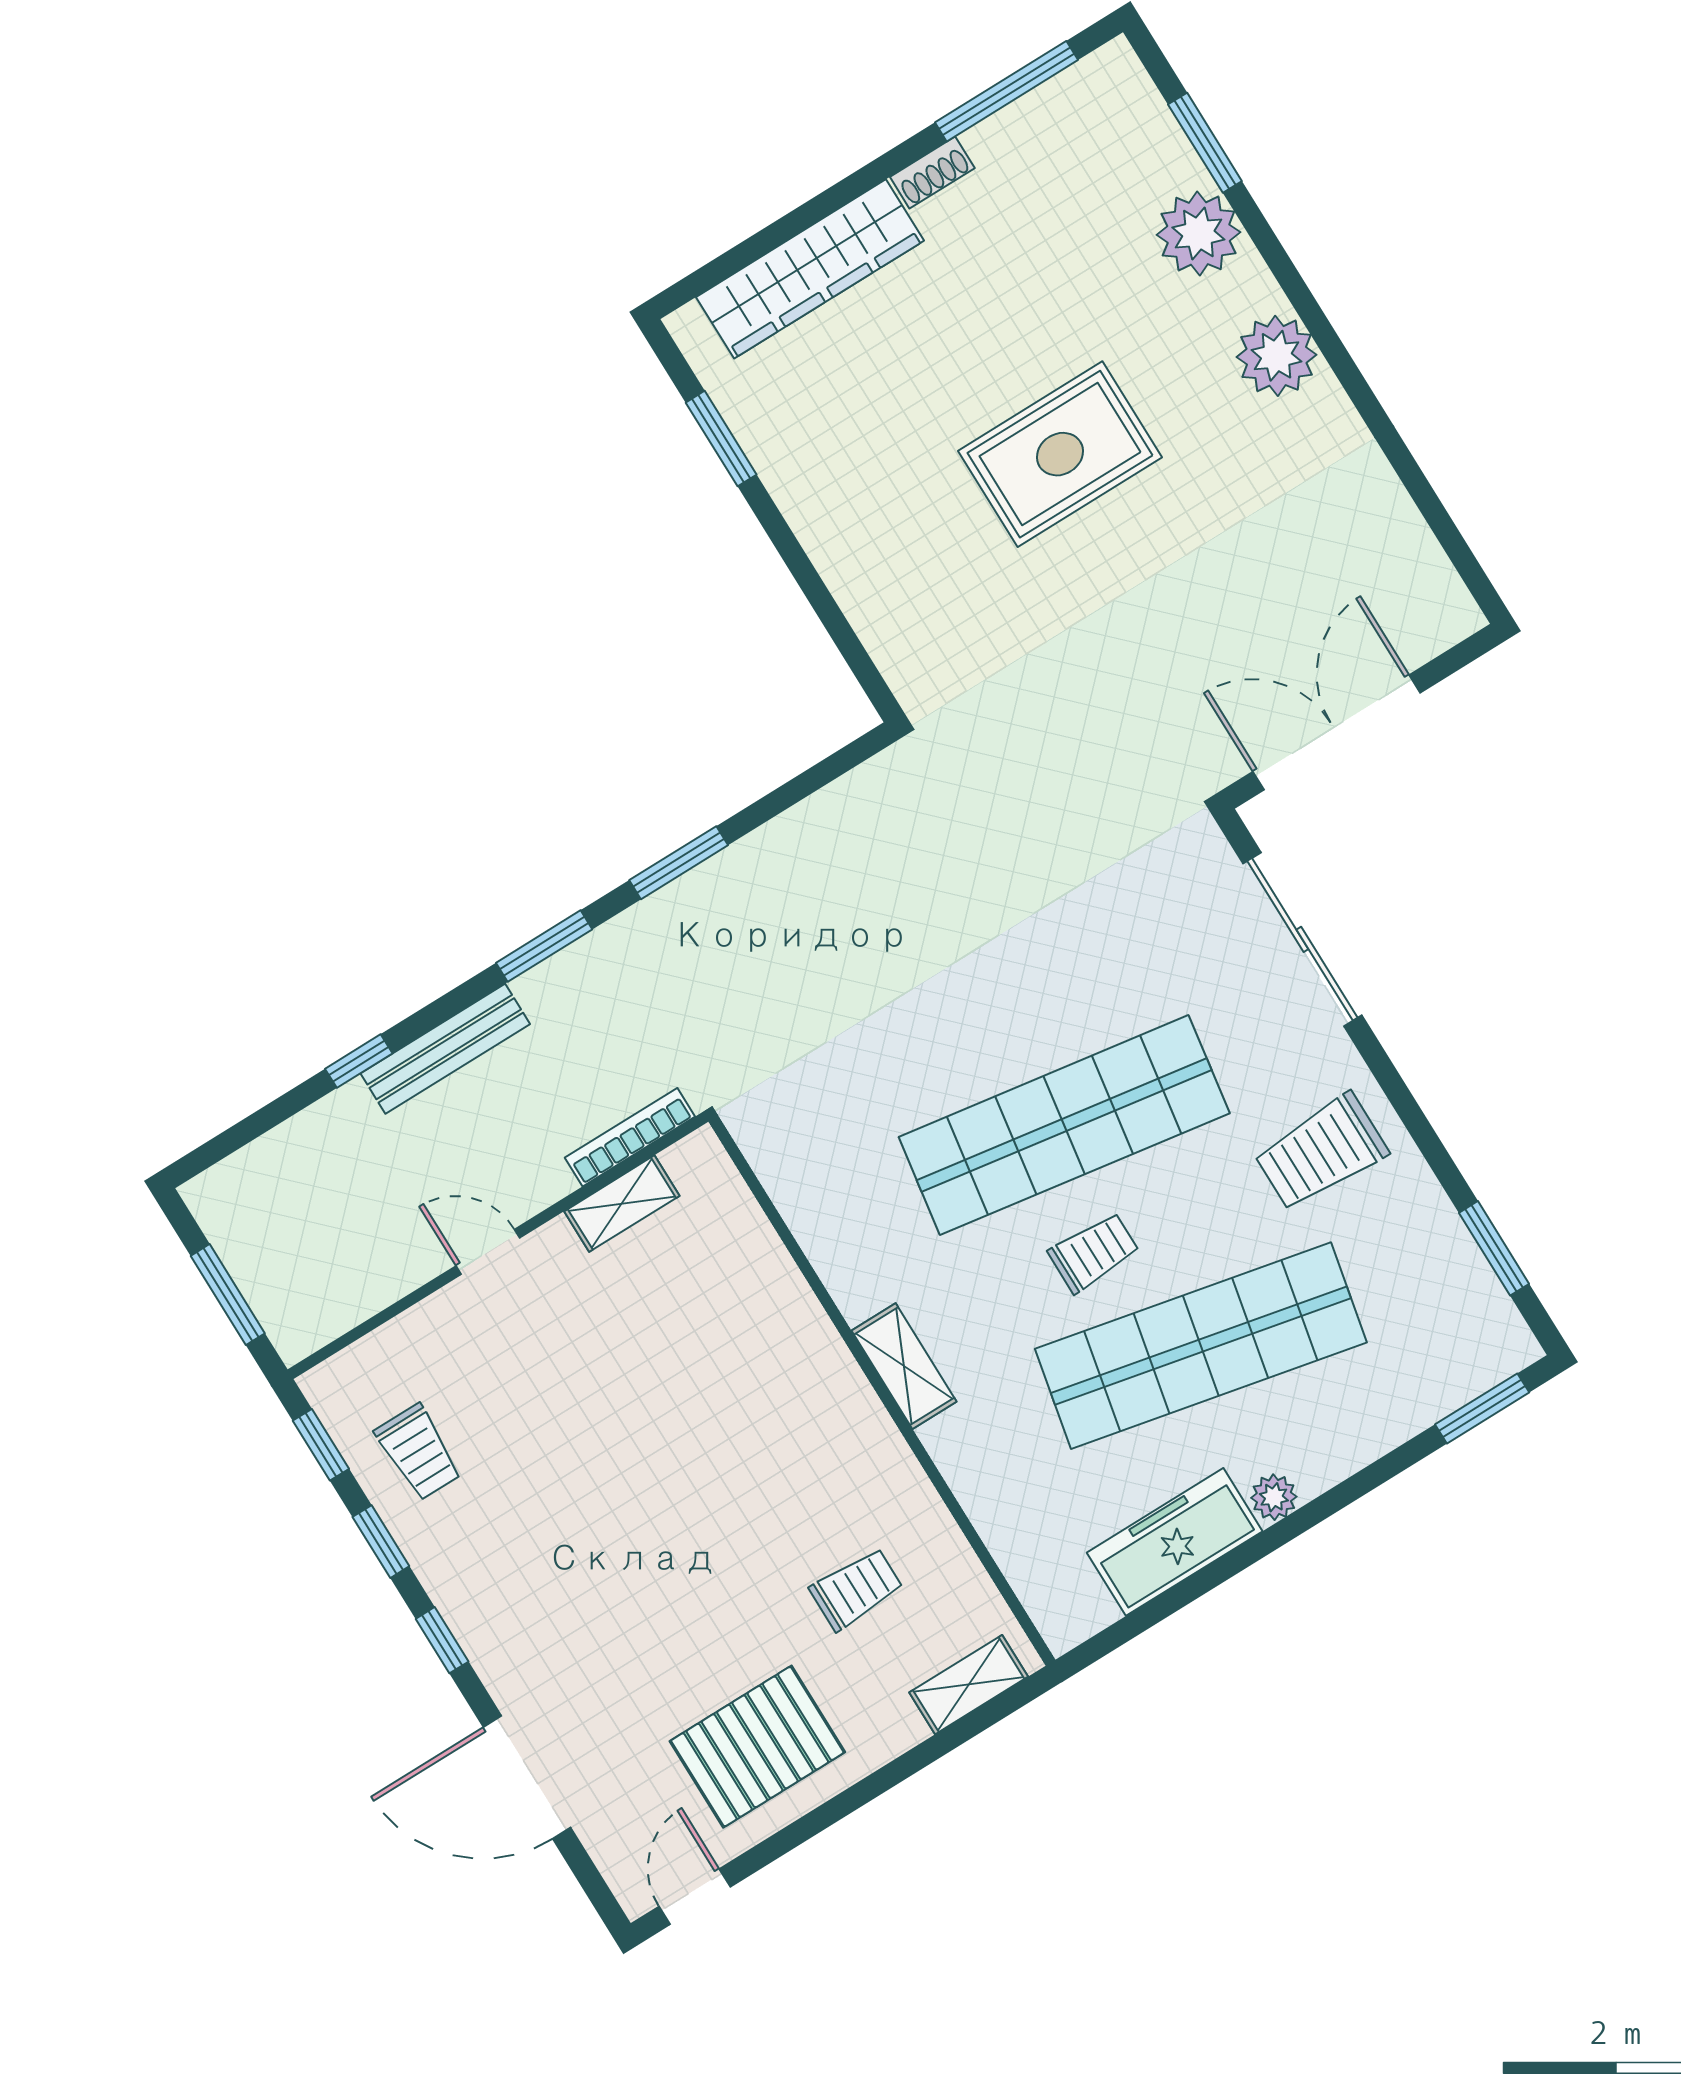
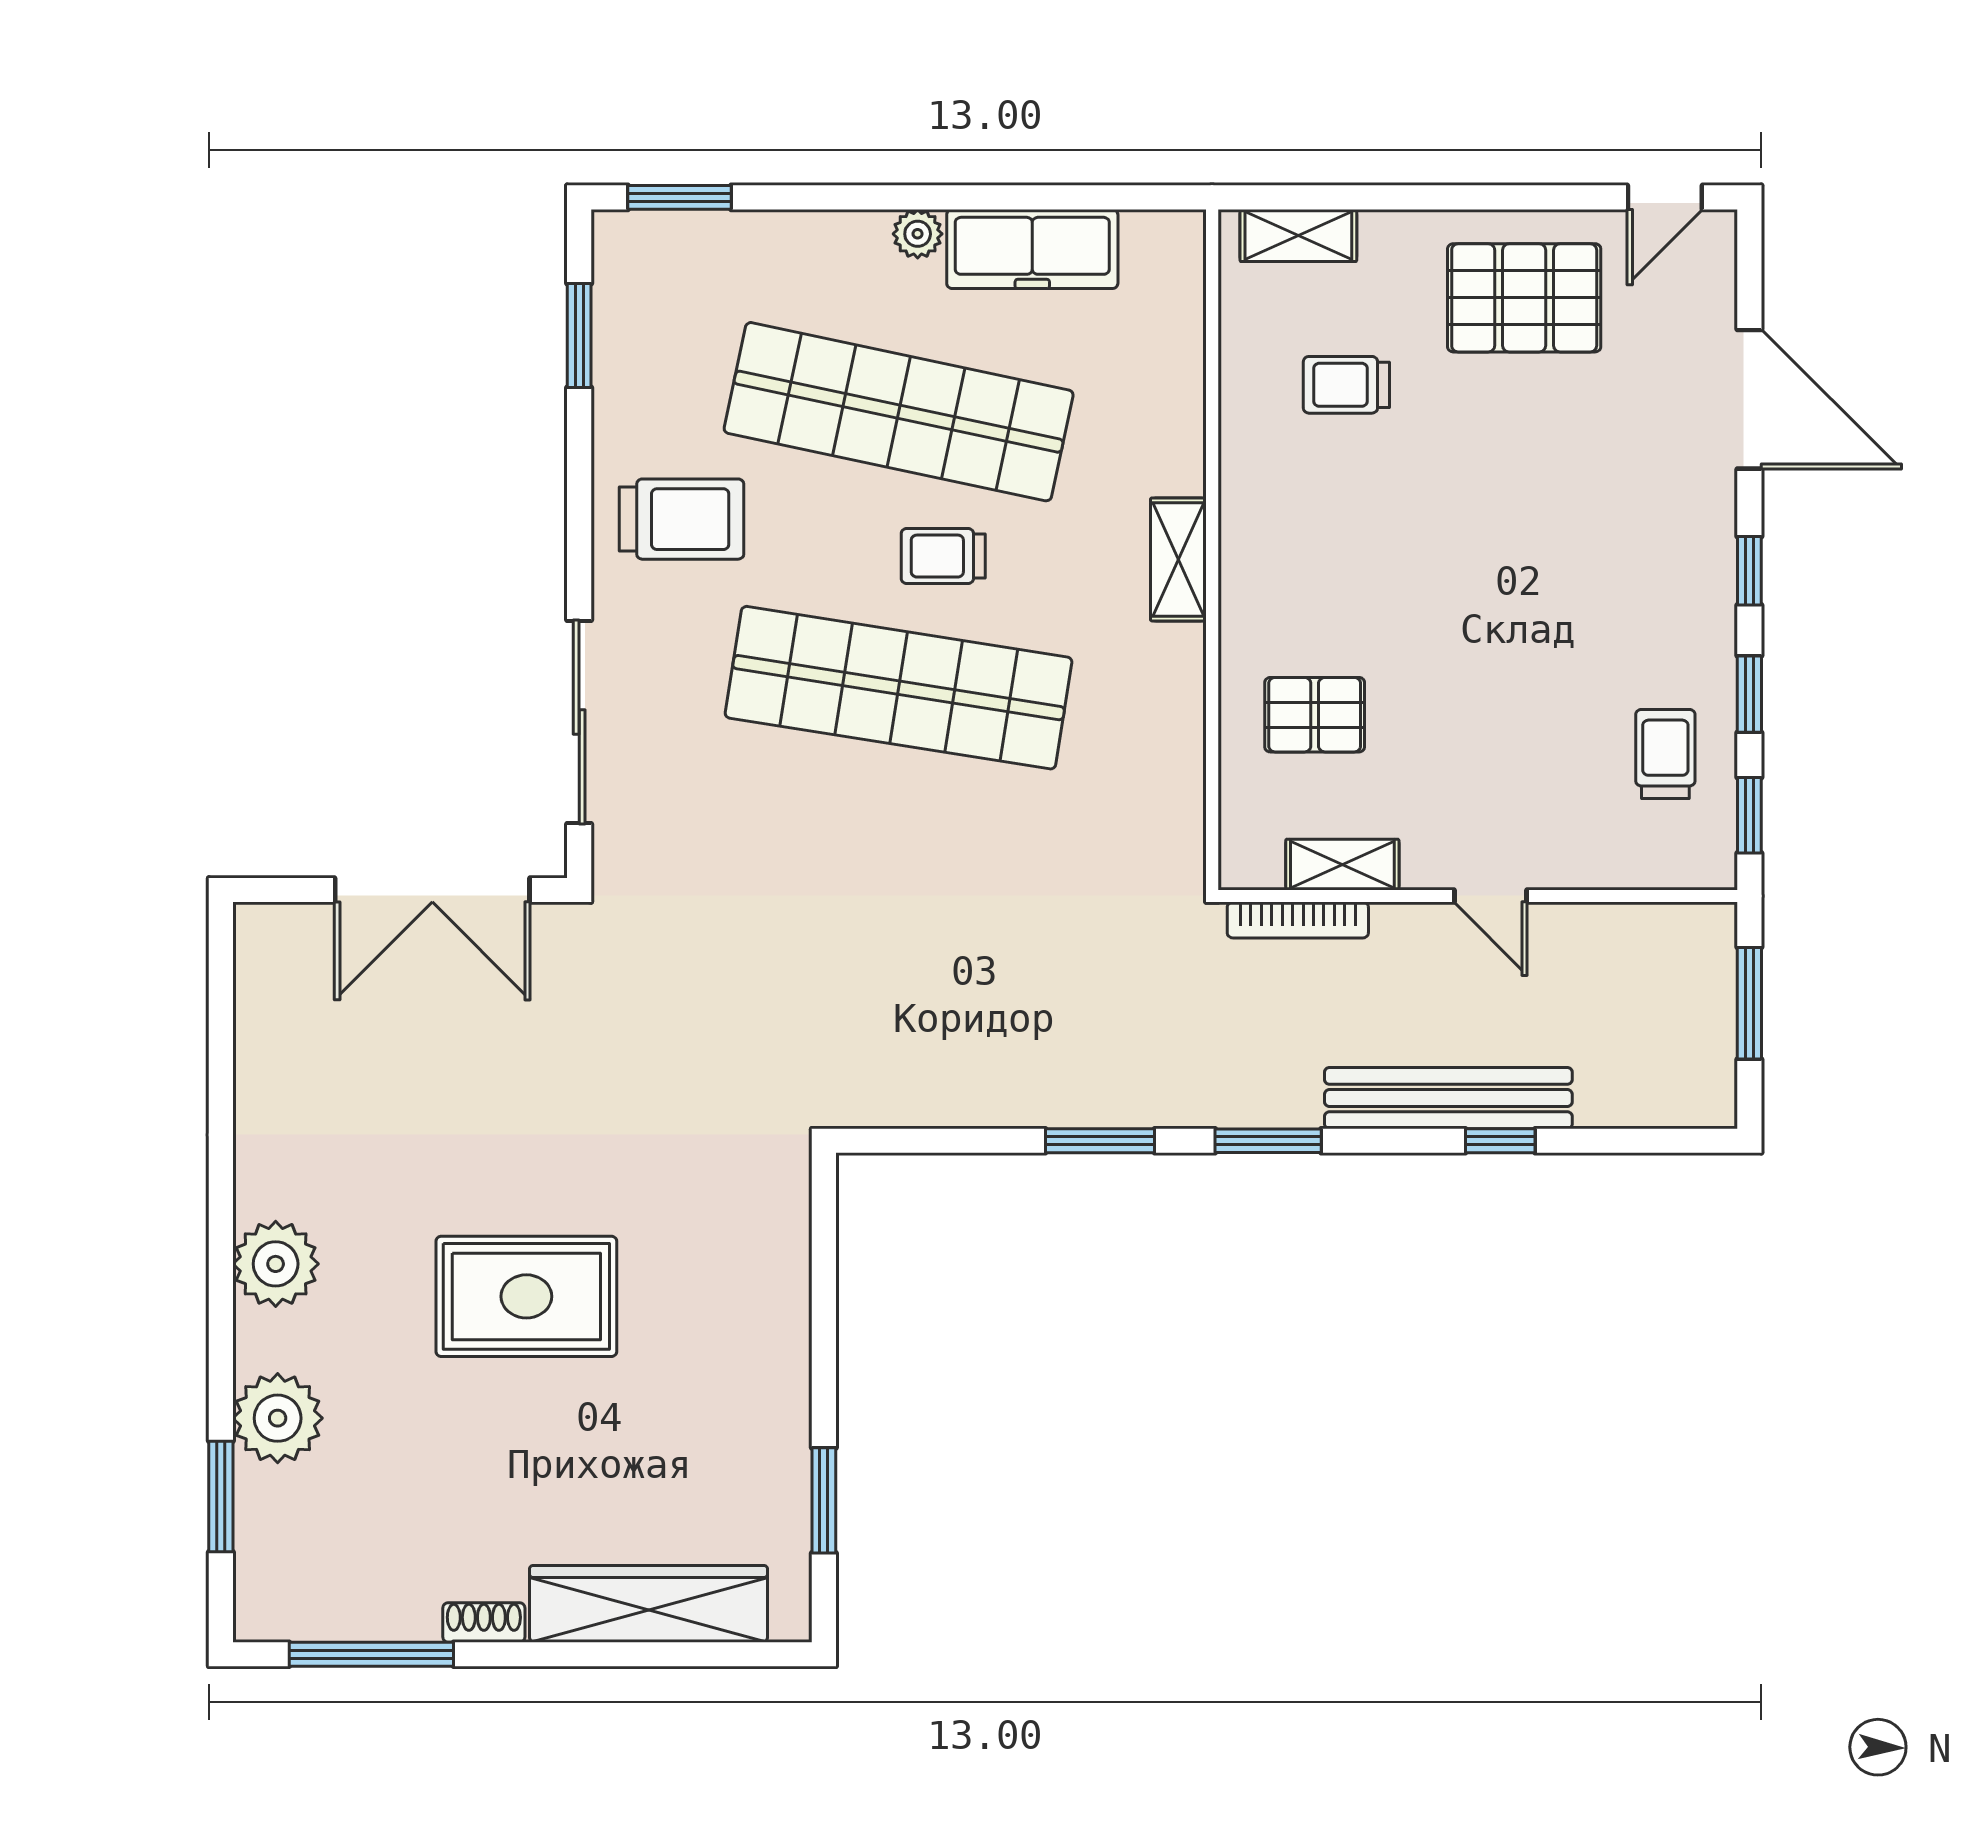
bench: (445, 1049) -> (1448, 1098), width x1.37, depth x1.21
pallet: (718, 1310) -> (1315, 715), added

